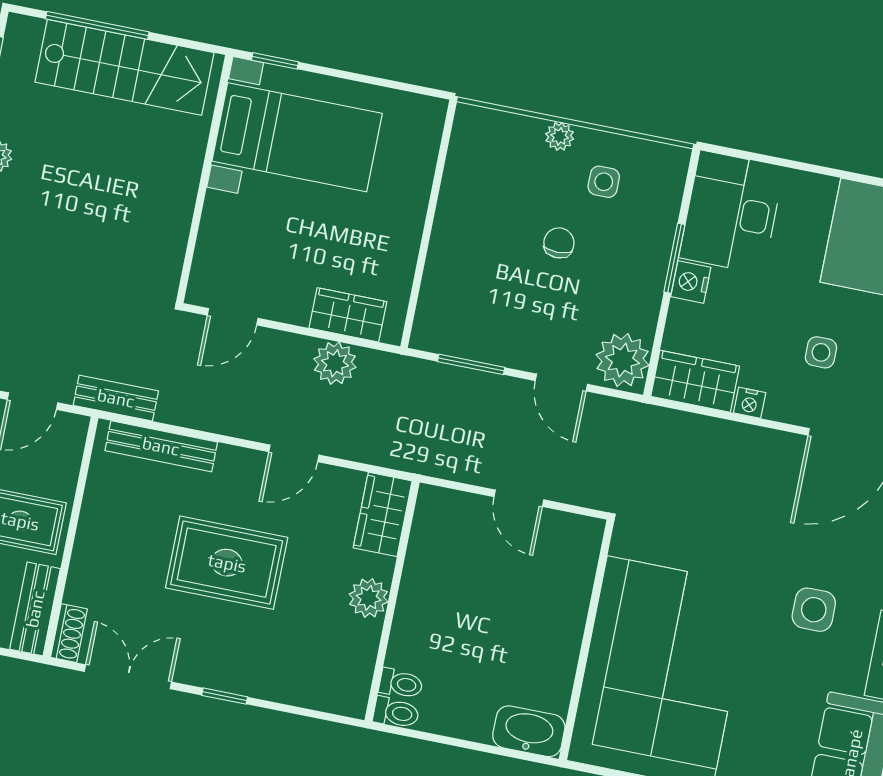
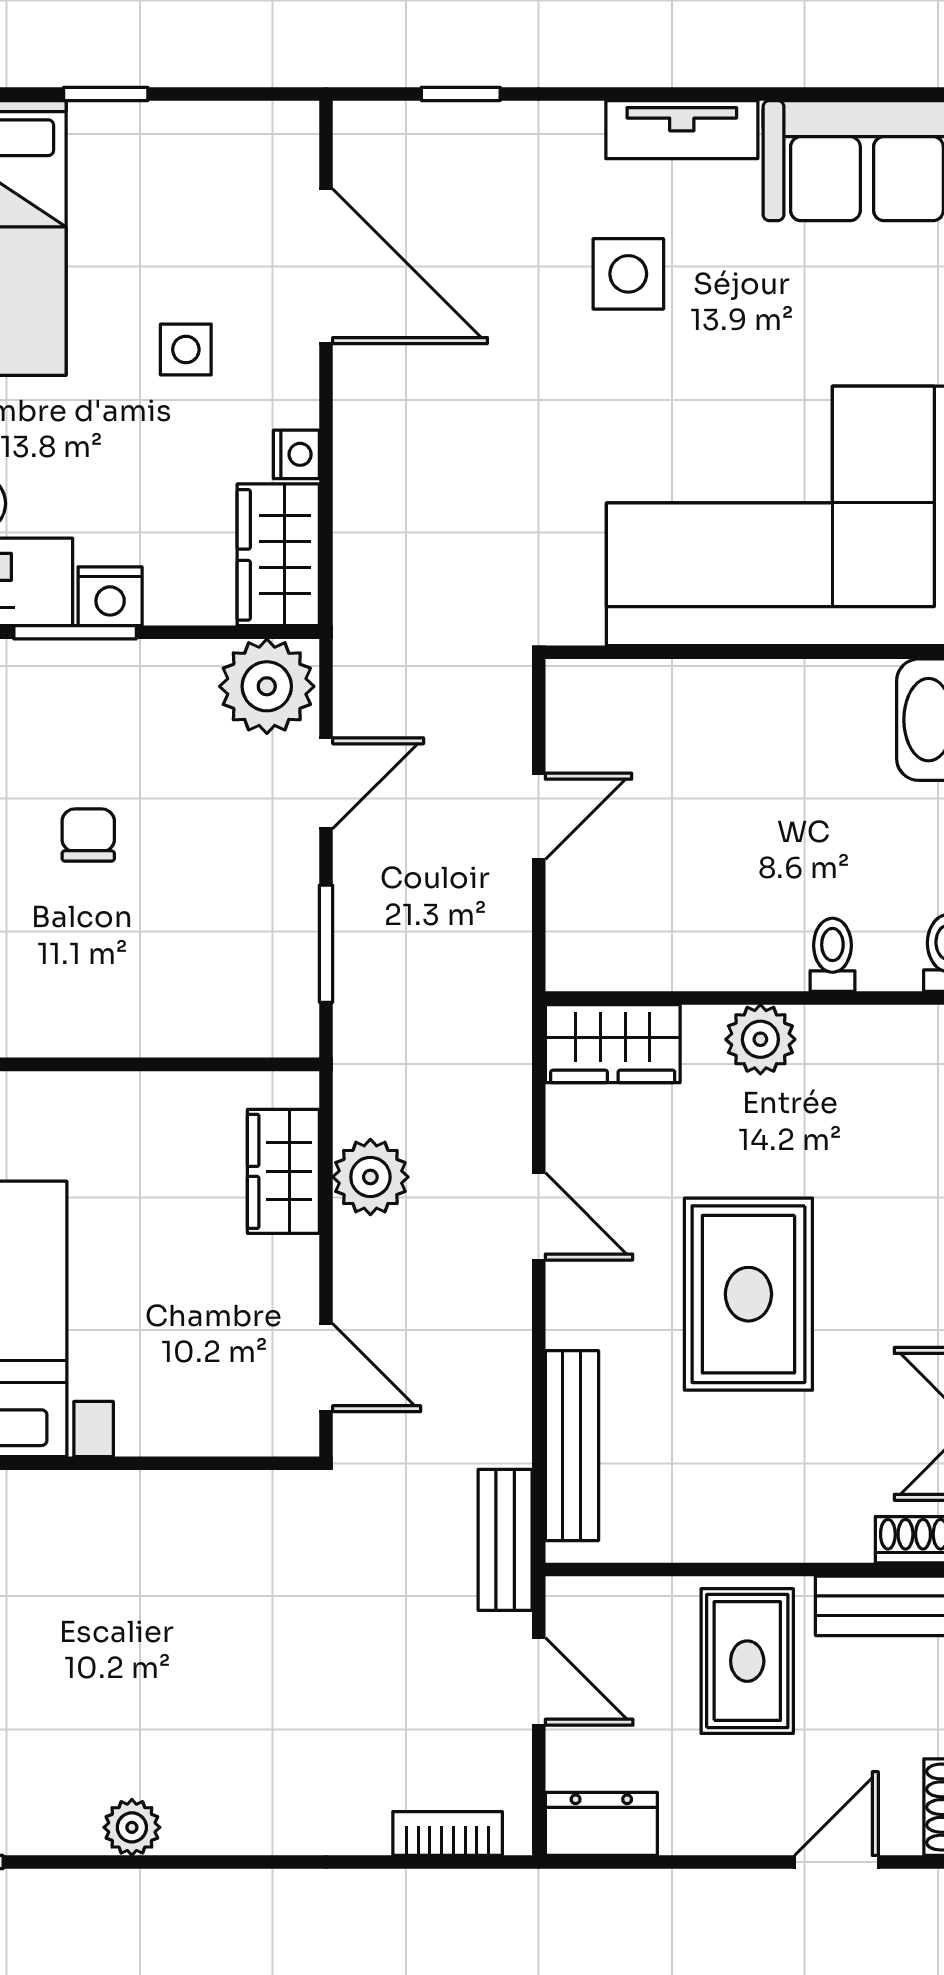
chair: (559, 243) -> (88, 835), turned 90
toilet: (401, 684) -> (832, 955), moved

